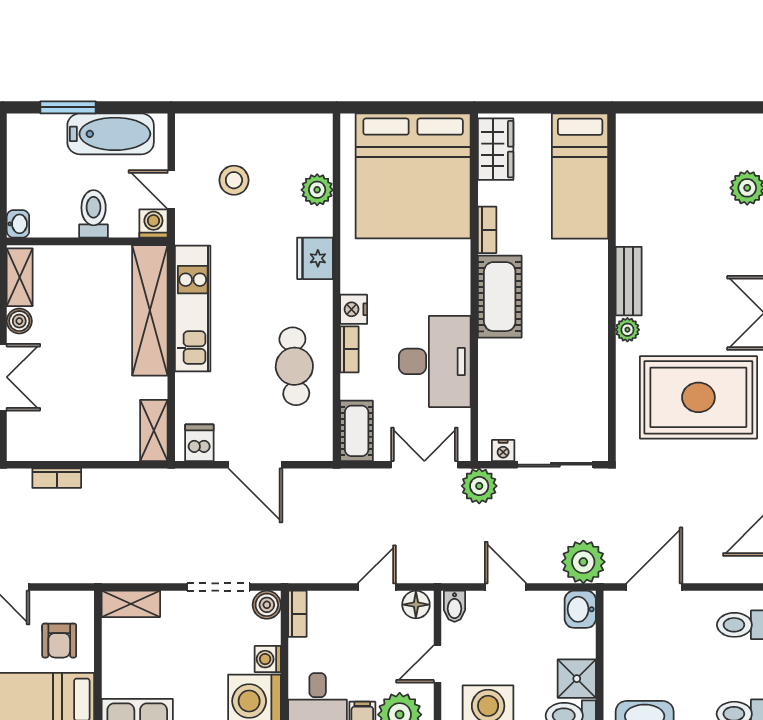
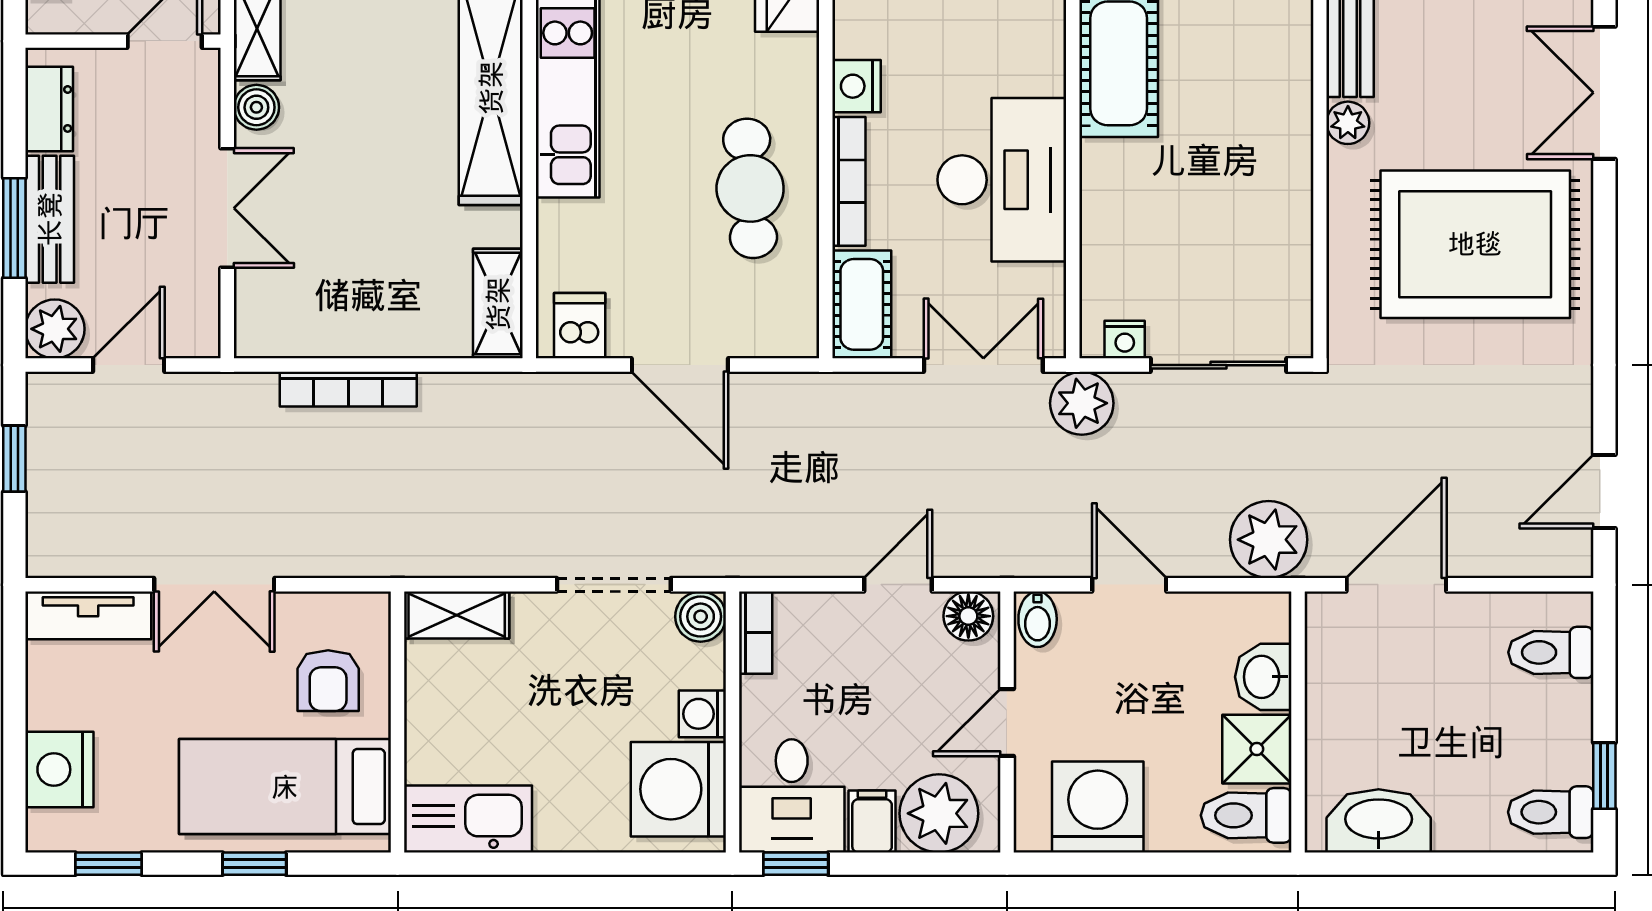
bookcase: (349, 349) -> (849, 181), width x1.56
bookcase: (57, 478) -> (348, 389), width x1.56
washbasin: (580, 609) -> (1263, 677), moved

